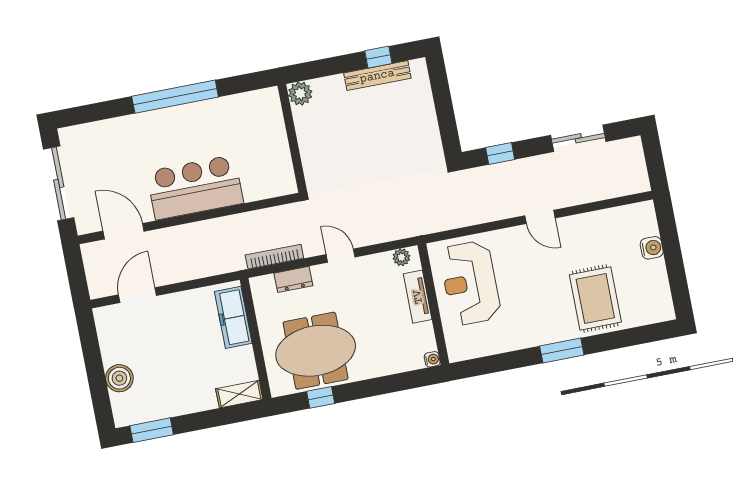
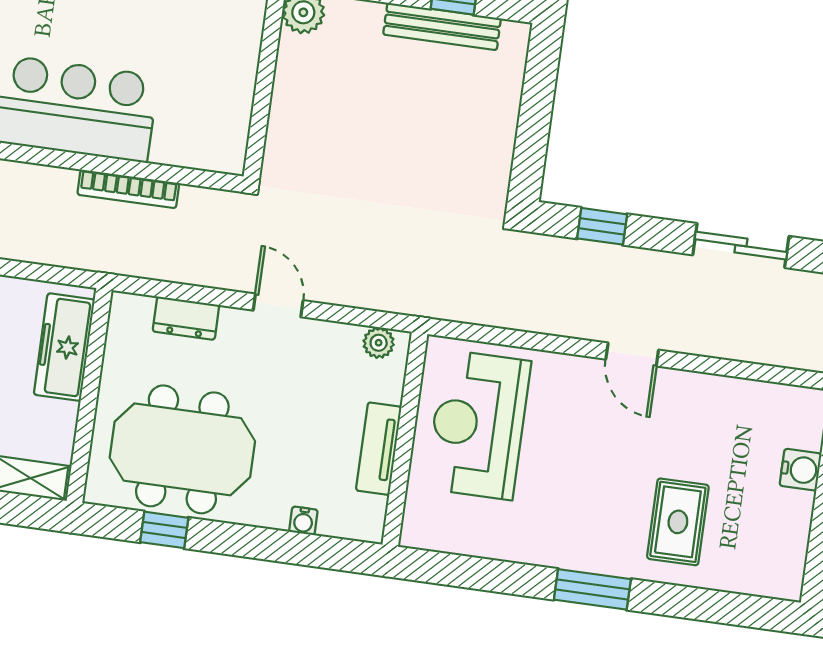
bookcase: (274, 257) -> (128, 189), moved, turned 180
tv unit: (418, 297) -> (379, 449), moved
rug: (595, 298) -> (678, 522), width x0.73, depth x0.70
water cooler: (432, 359) -> (303, 521), moved, turned 90

